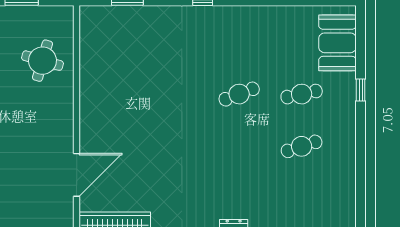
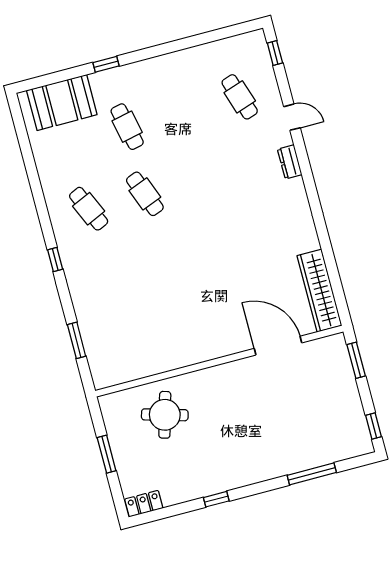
cafe table: (239, 42) -> (89, 209), added
cafe table: (302, 146) -> (240, 97), moved

